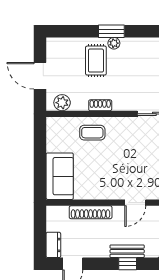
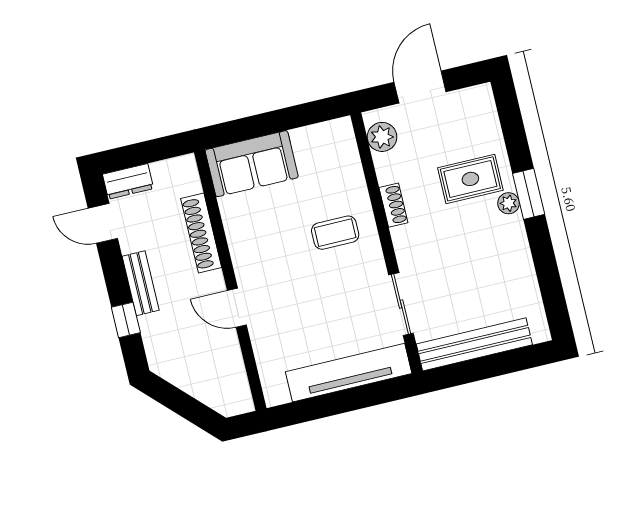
coffee table: (92, 133) -> (335, 233), moved, turned 90
bench: (127, 251) -> (141, 283), moved

